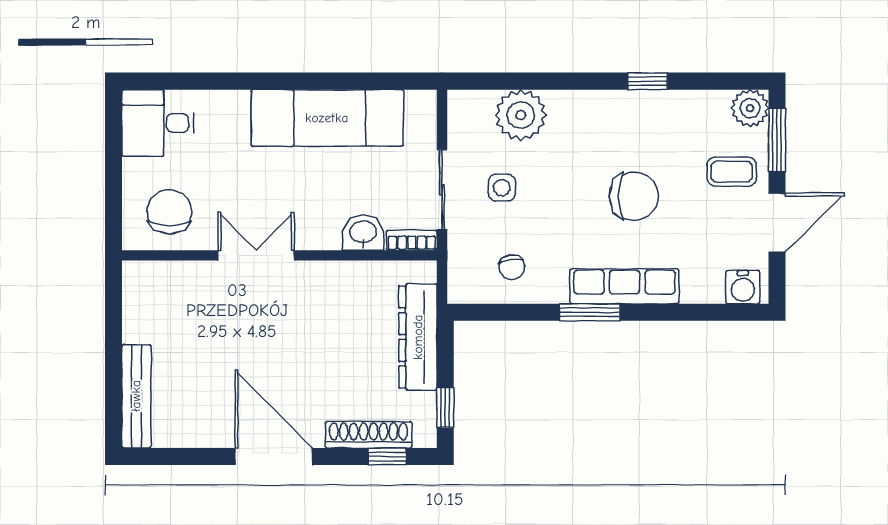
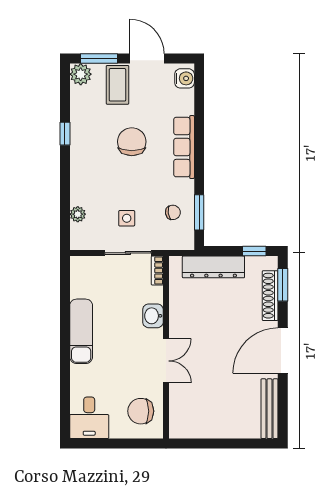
plant: (521, 115) -> (78, 214), width x0.53, depth x0.53
exam couch: (327, 118) -> (81, 331), width x0.73, depth x0.69
coffee table: (732, 172) -> (117, 85), width x1.36, depth x1.30
washbasin: (363, 233) -> (153, 316), moved
double door: (256, 255) -> (166, 361), swing flipped
window: (590, 312) -> (199, 212), moved
bench: (136, 396) -> (269, 409), moved, turned 90
window: (387, 456) -> (283, 285), width x1.50

